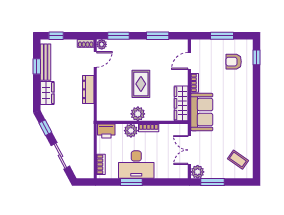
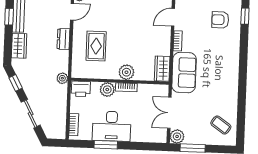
rug: (141, 84) -> (96, 46), moved
dresser: (88, 89) -> (63, 39), width x0.70
wardrobe: (181, 103) -> (162, 69), width x0.67
plant: (138, 114) -> (126, 72), moved
plant: (89, 122) -> (62, 78), added

